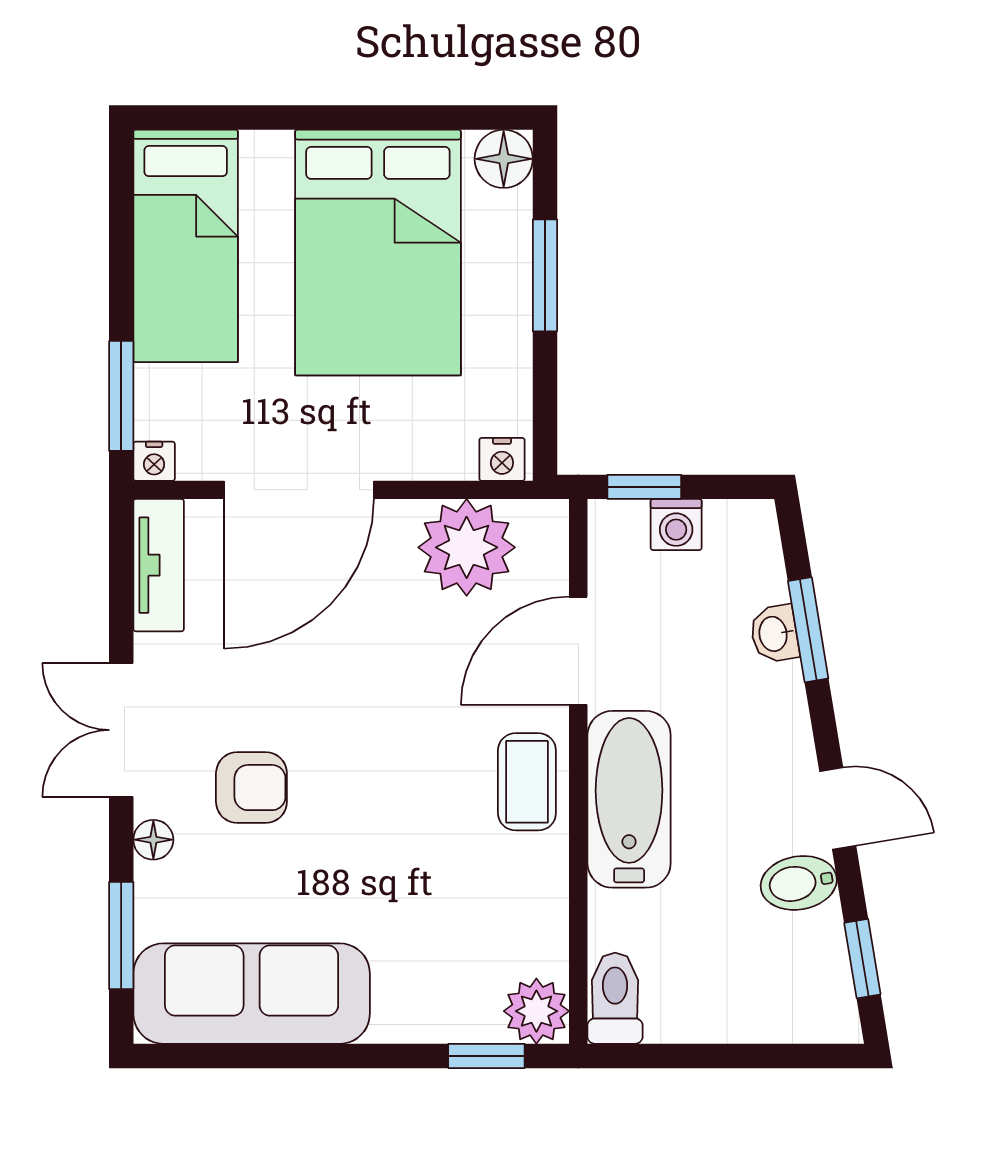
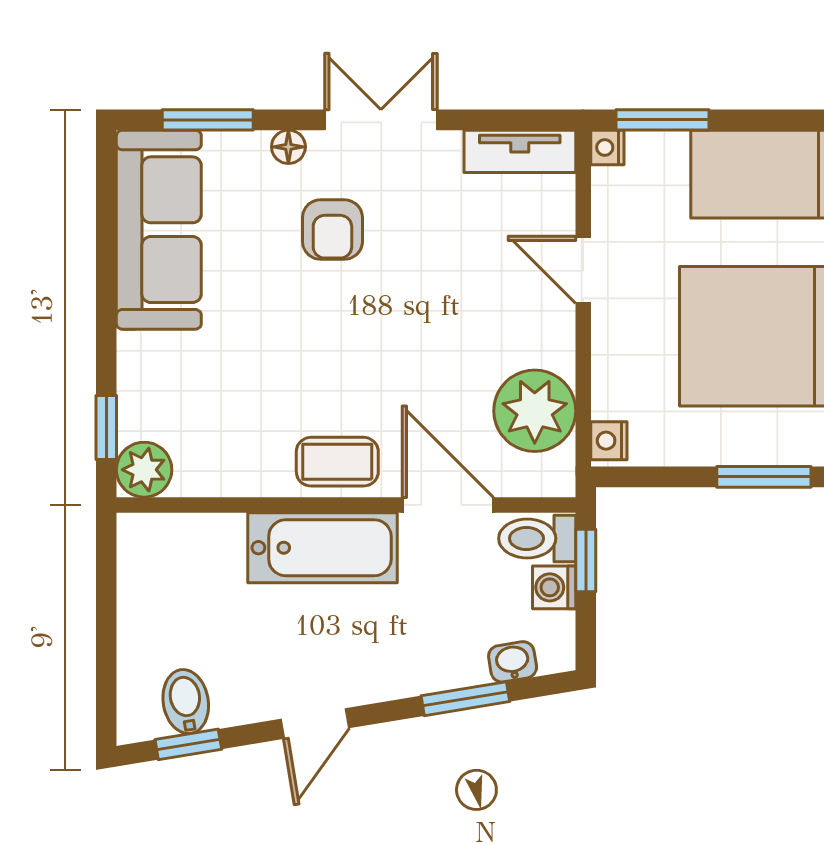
door: (299, 490) -> (583, 270), width x0.53
washbasin: (774, 634) -> (513, 662), moved
bidet: (799, 883) -> (186, 702), moved
toilet: (615, 998) -> (537, 538), moved, turned 180

